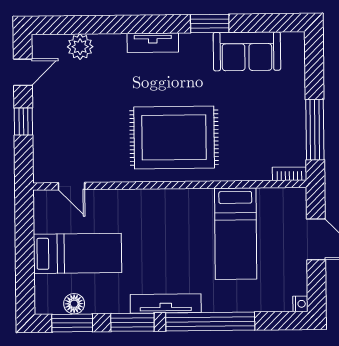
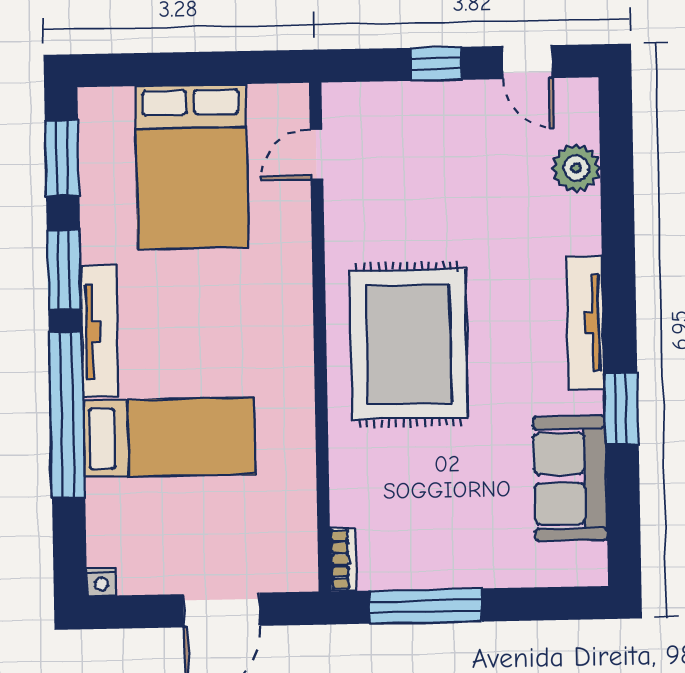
tv unit: (153, 43) -> (585, 323), width x1.41
bed: (236, 234) -> (169, 437), moved, turned 180
bed: (78, 253) -> (192, 167), width x1.50
floor lamp: (74, 304) -> (98, 161), removed

